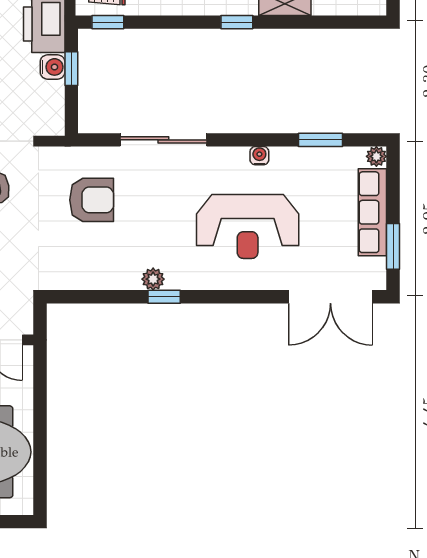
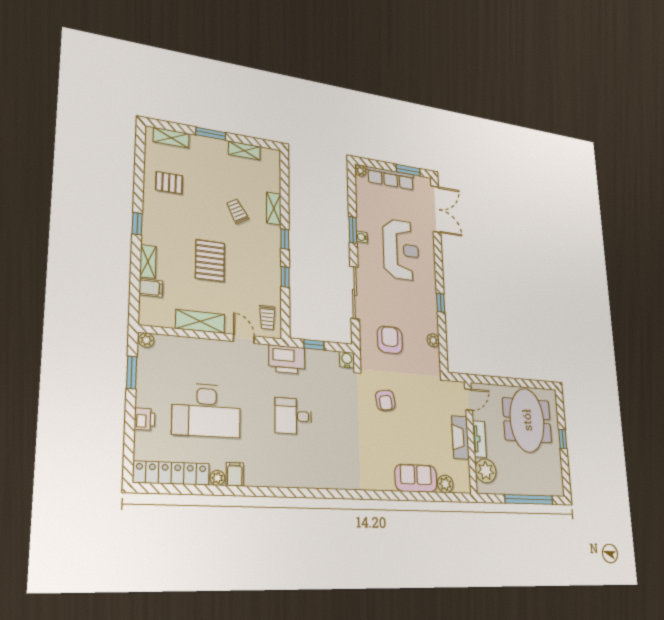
window: (108, 22) -> (285, 277), moved
water cooler: (53, 67) -> (347, 360), moved
window: (320, 140) -> (353, 230), moved
plant: (153, 279) -> (433, 340), moved

